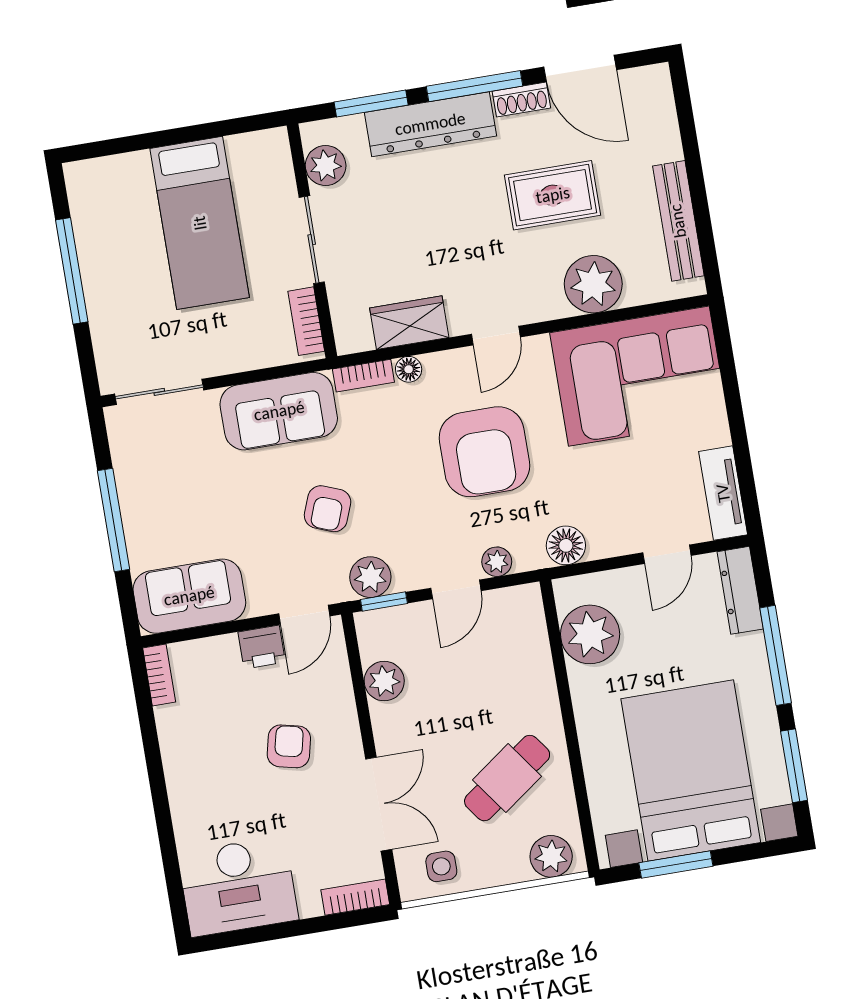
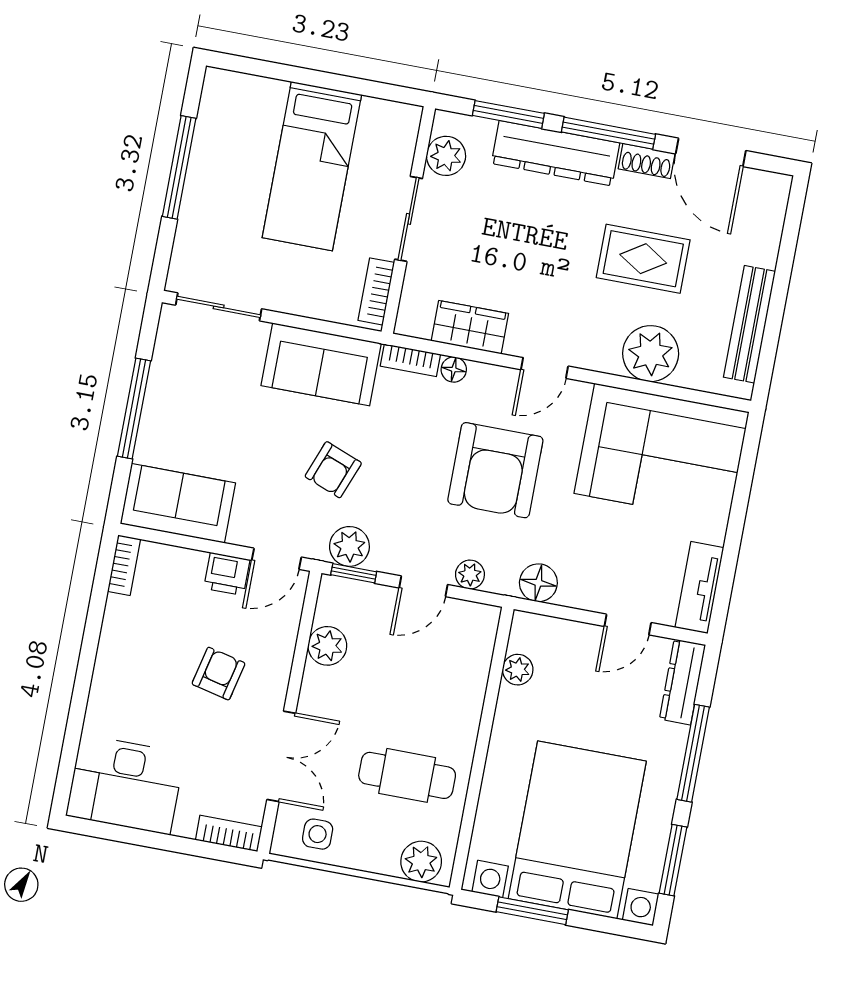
plant: (590, 634) -> (518, 670), width x0.53, depth x0.53
cafe table: (507, 778) -> (407, 775), turned 36

